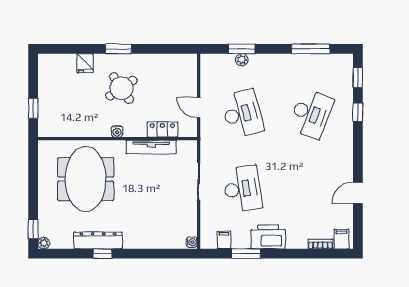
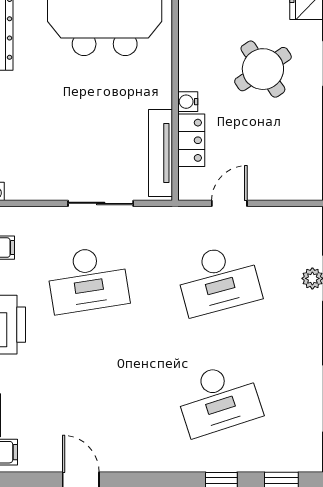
desk: (311, 114) -> (218, 399), turned -39
water cooler: (117, 131) -> (188, 102), moved
tv unit: (151, 147) -> (160, 153), moved

